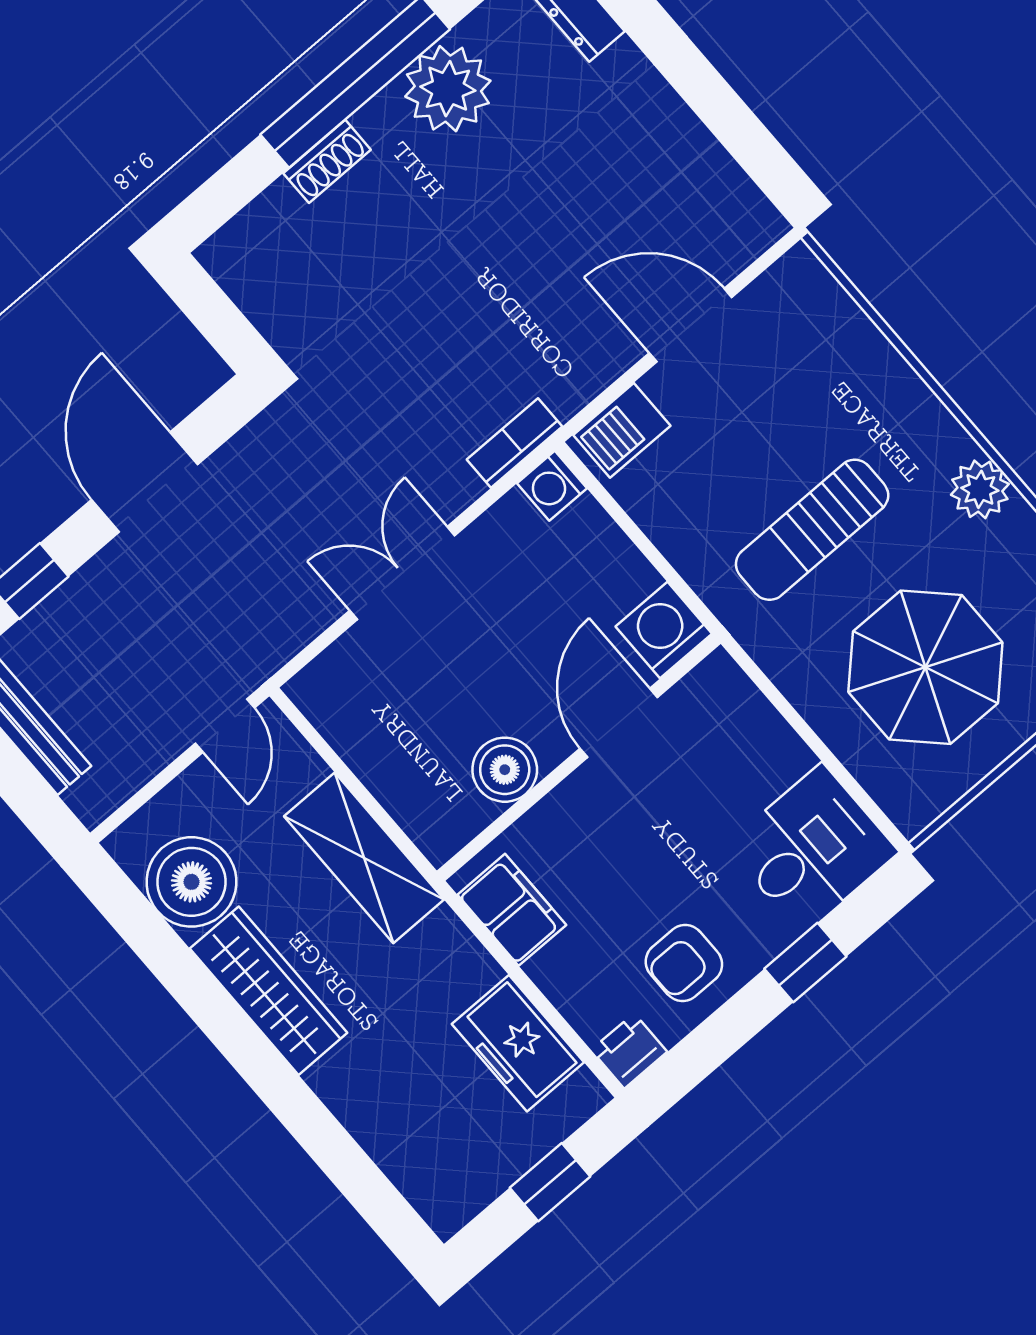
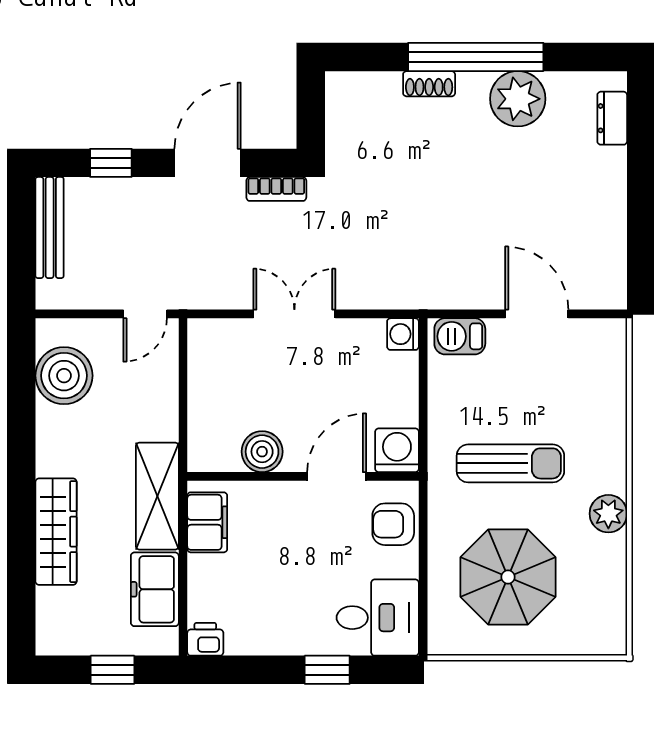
bookcase: (514, 443) -> (276, 189), moved, turned 180
sun lounger: (812, 530) -> (510, 463), turned 180
shelving: (364, 858) -> (157, 496), moved
armchair: (684, 963) -> (393, 524), moved
wardrobe: (269, 991) -> (56, 532), moved

